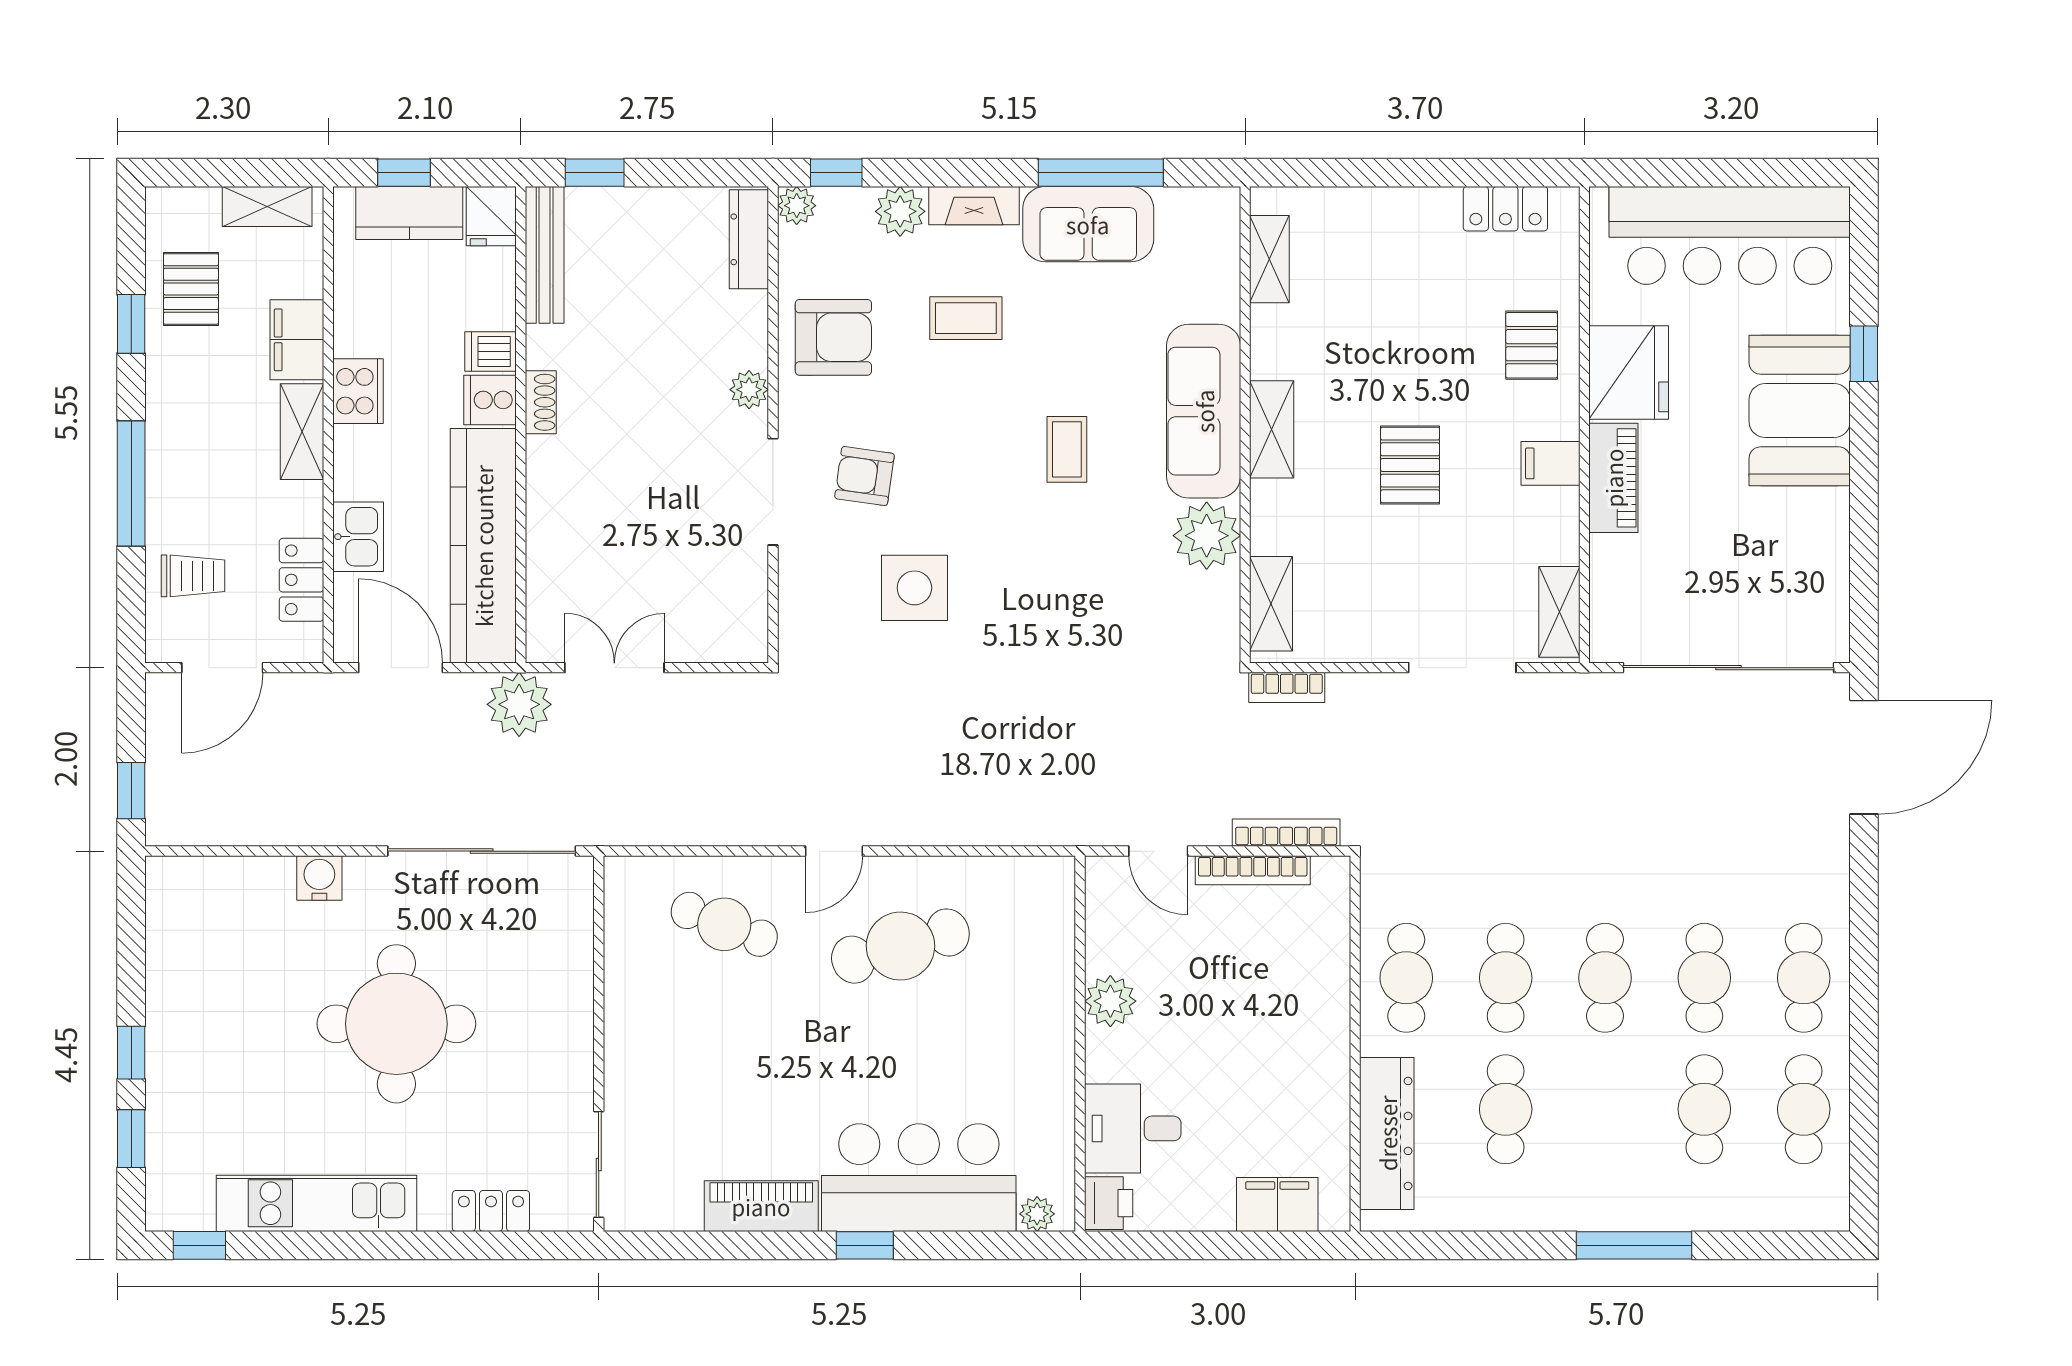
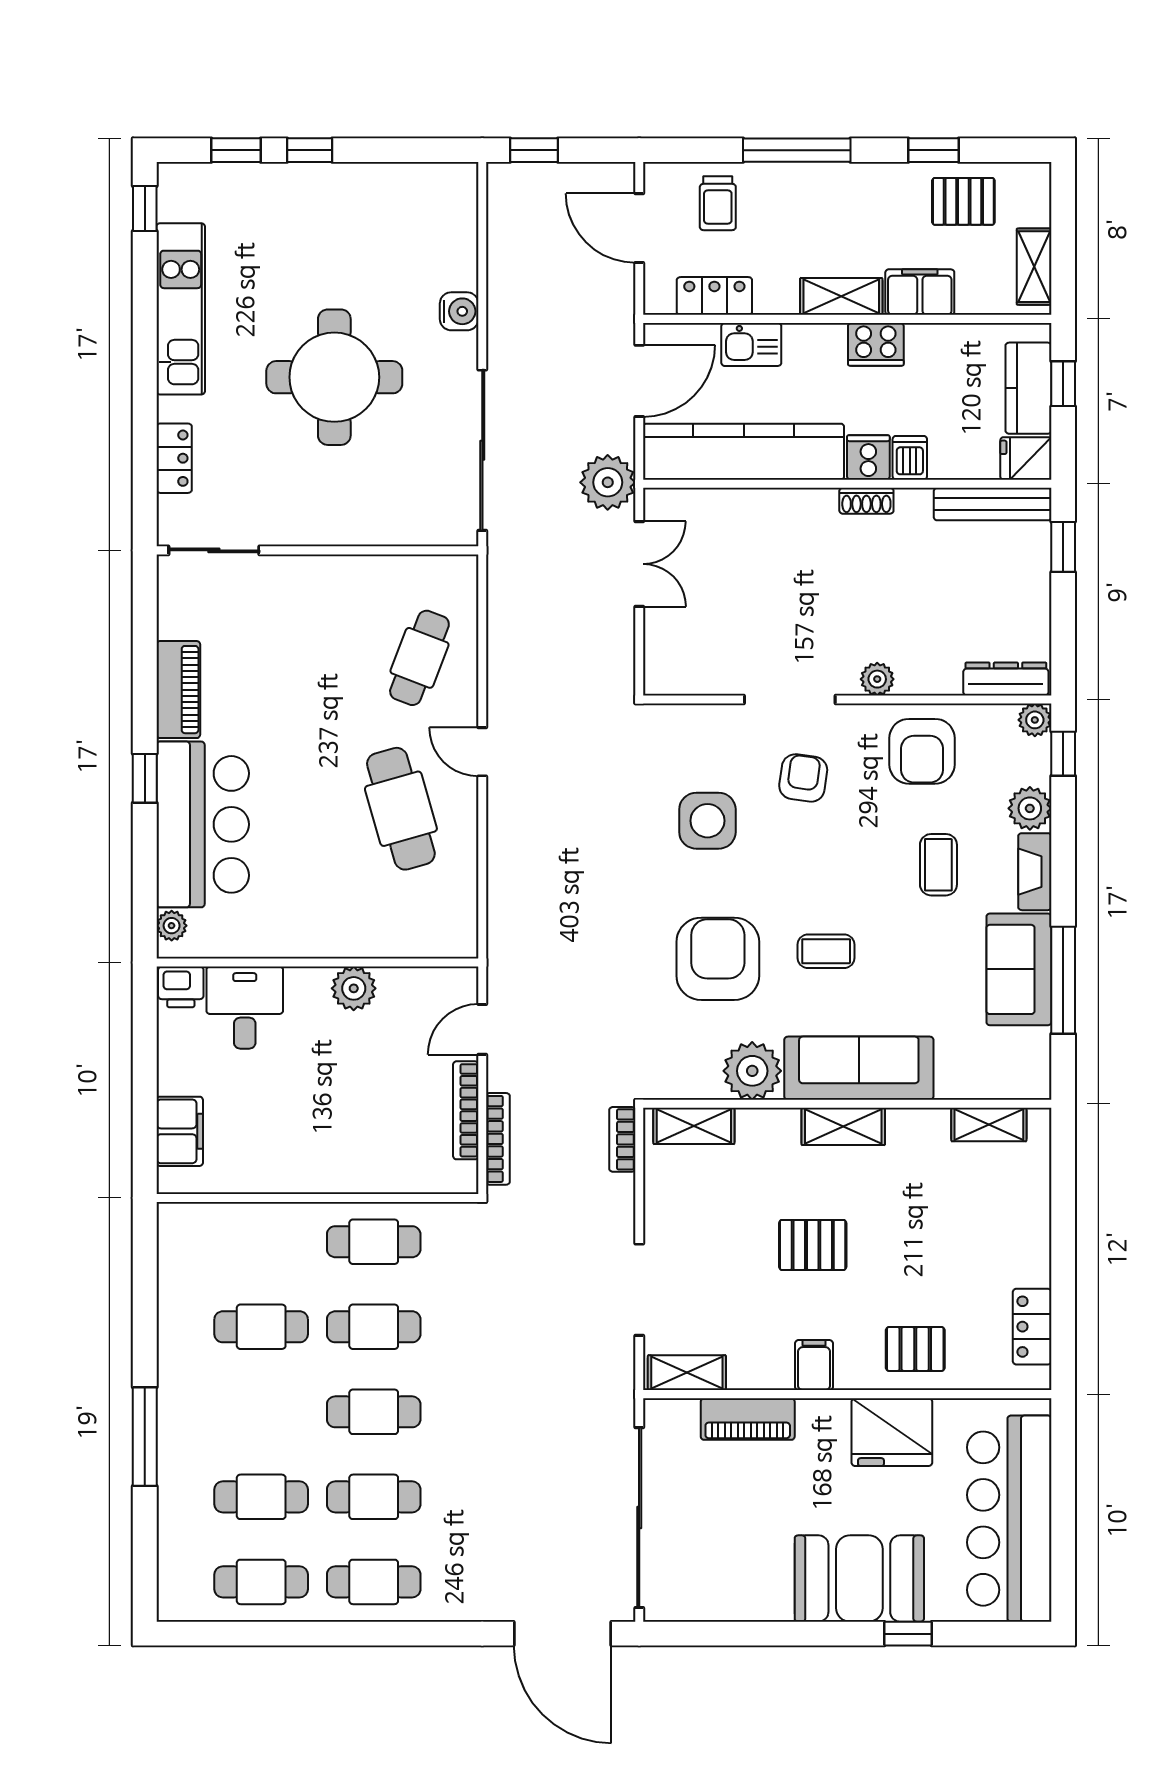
piano: (1613, 478) -> (748, 1419), moved
armchair: (1076, 576) -> (718, 959), added
dresser: (1387, 1133) -> (240, 1225), removed

